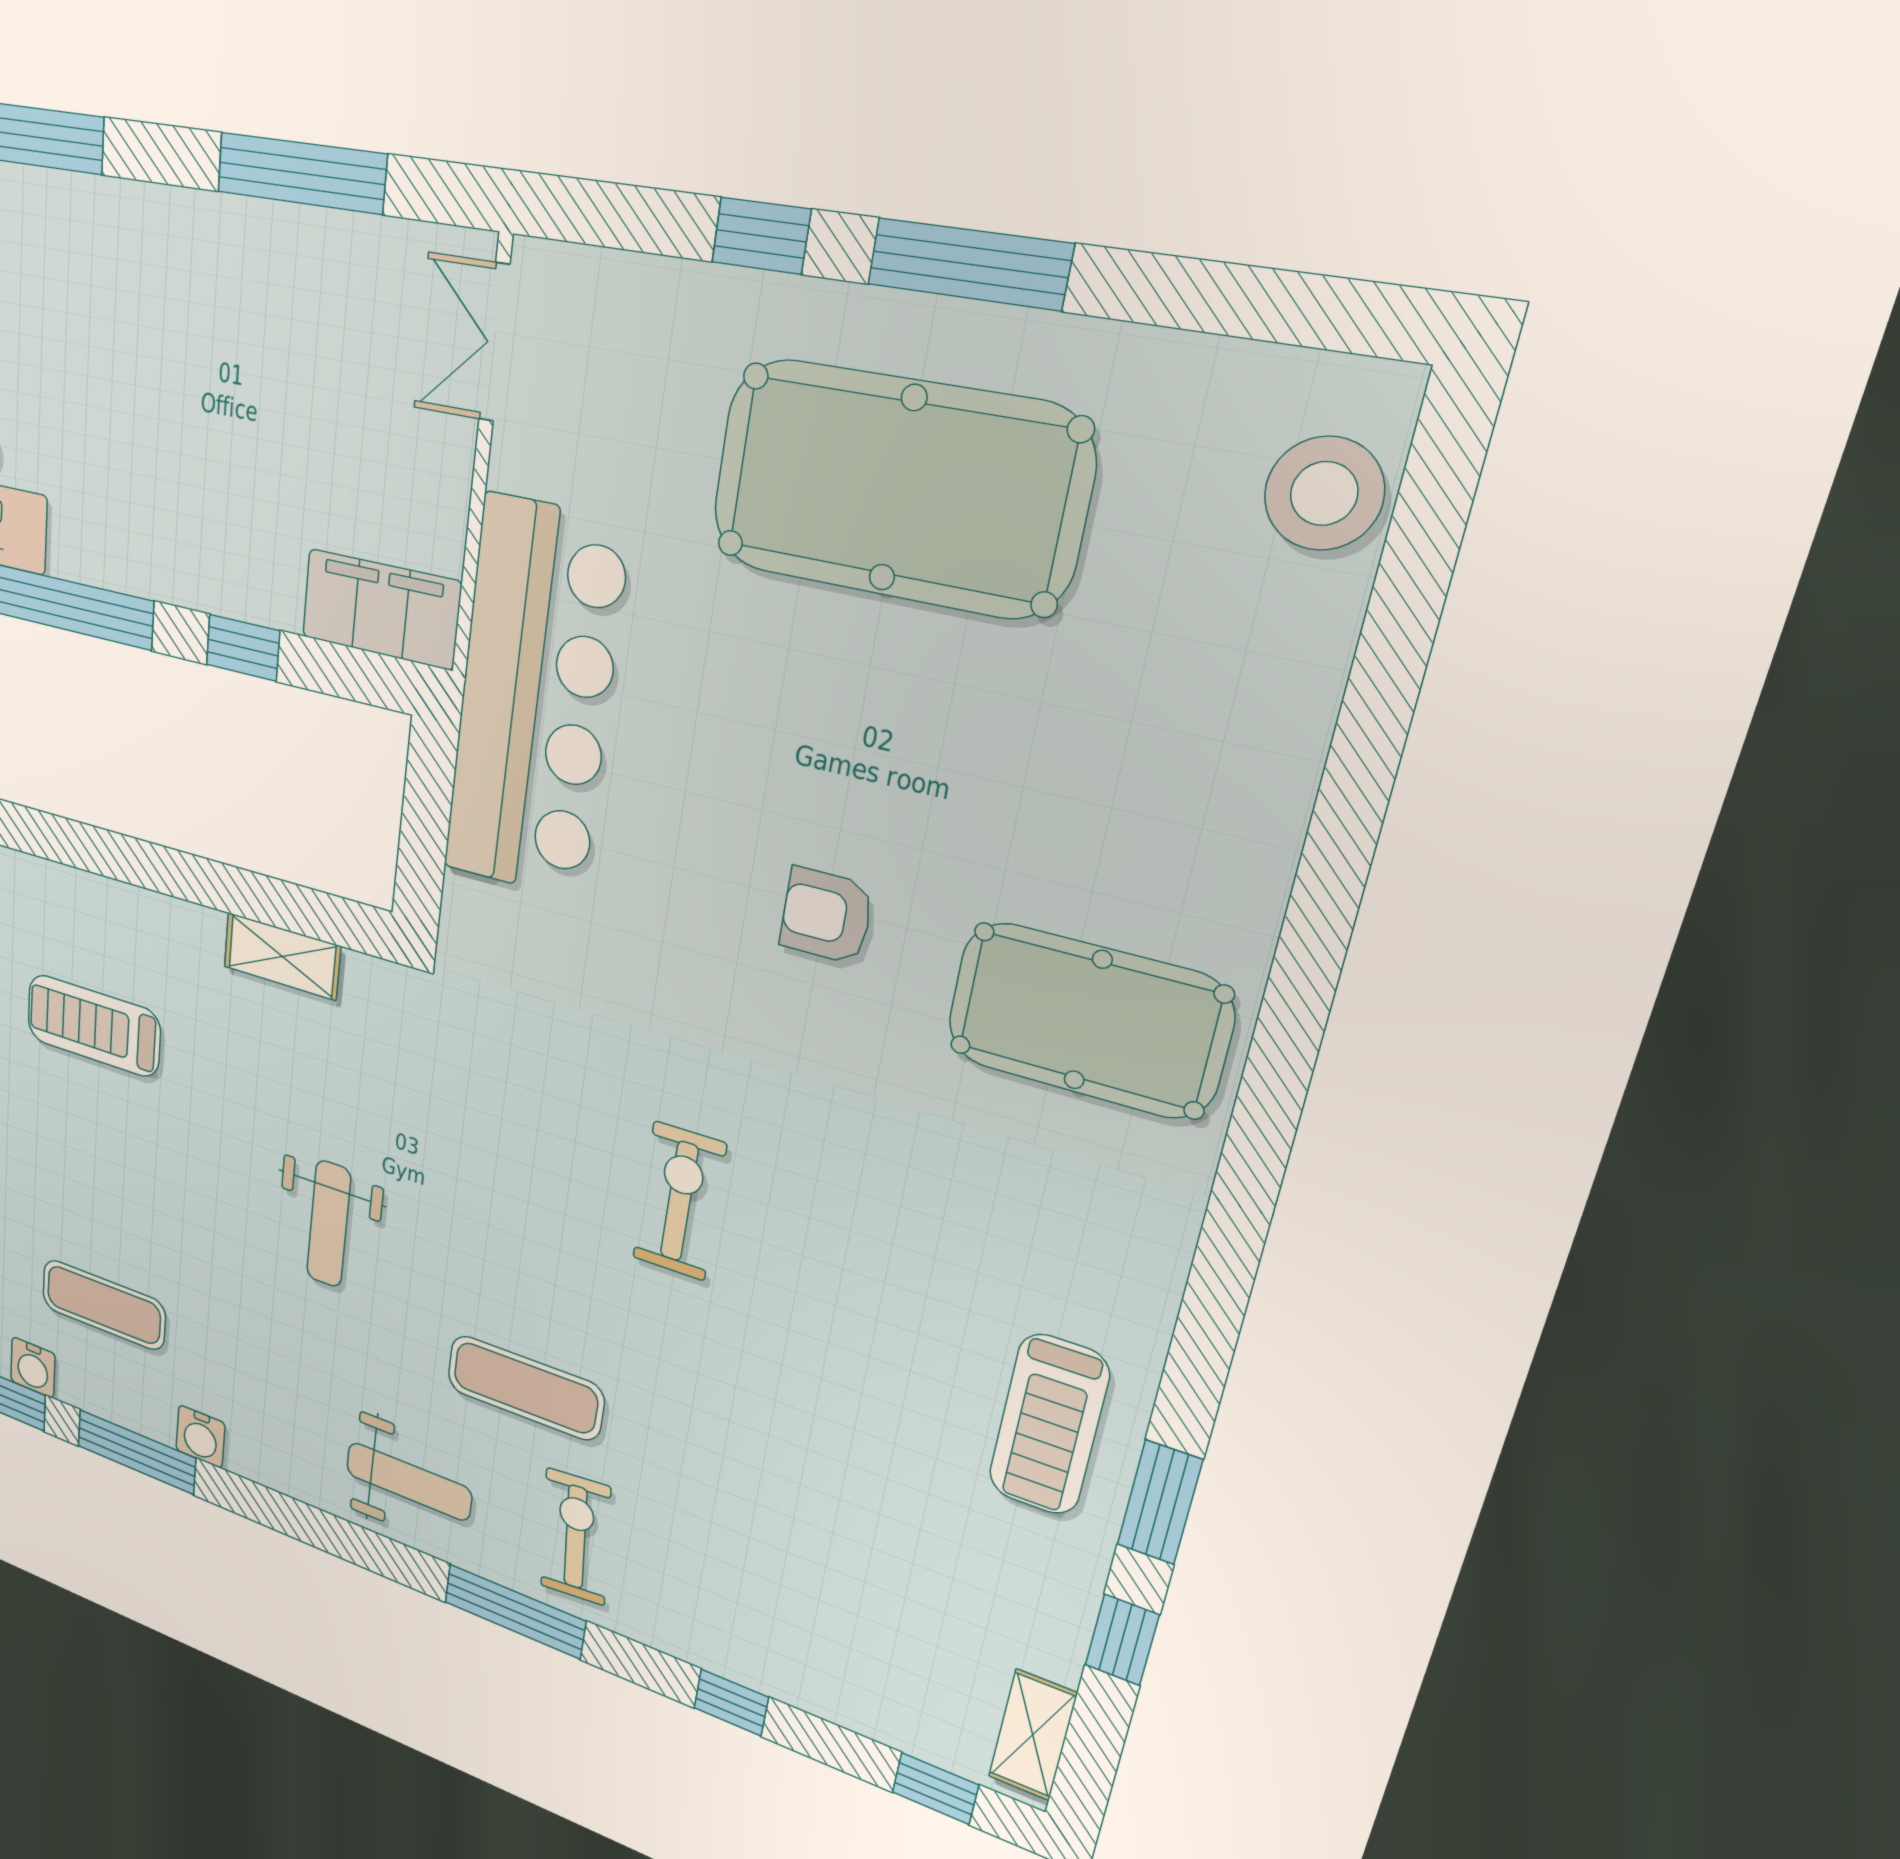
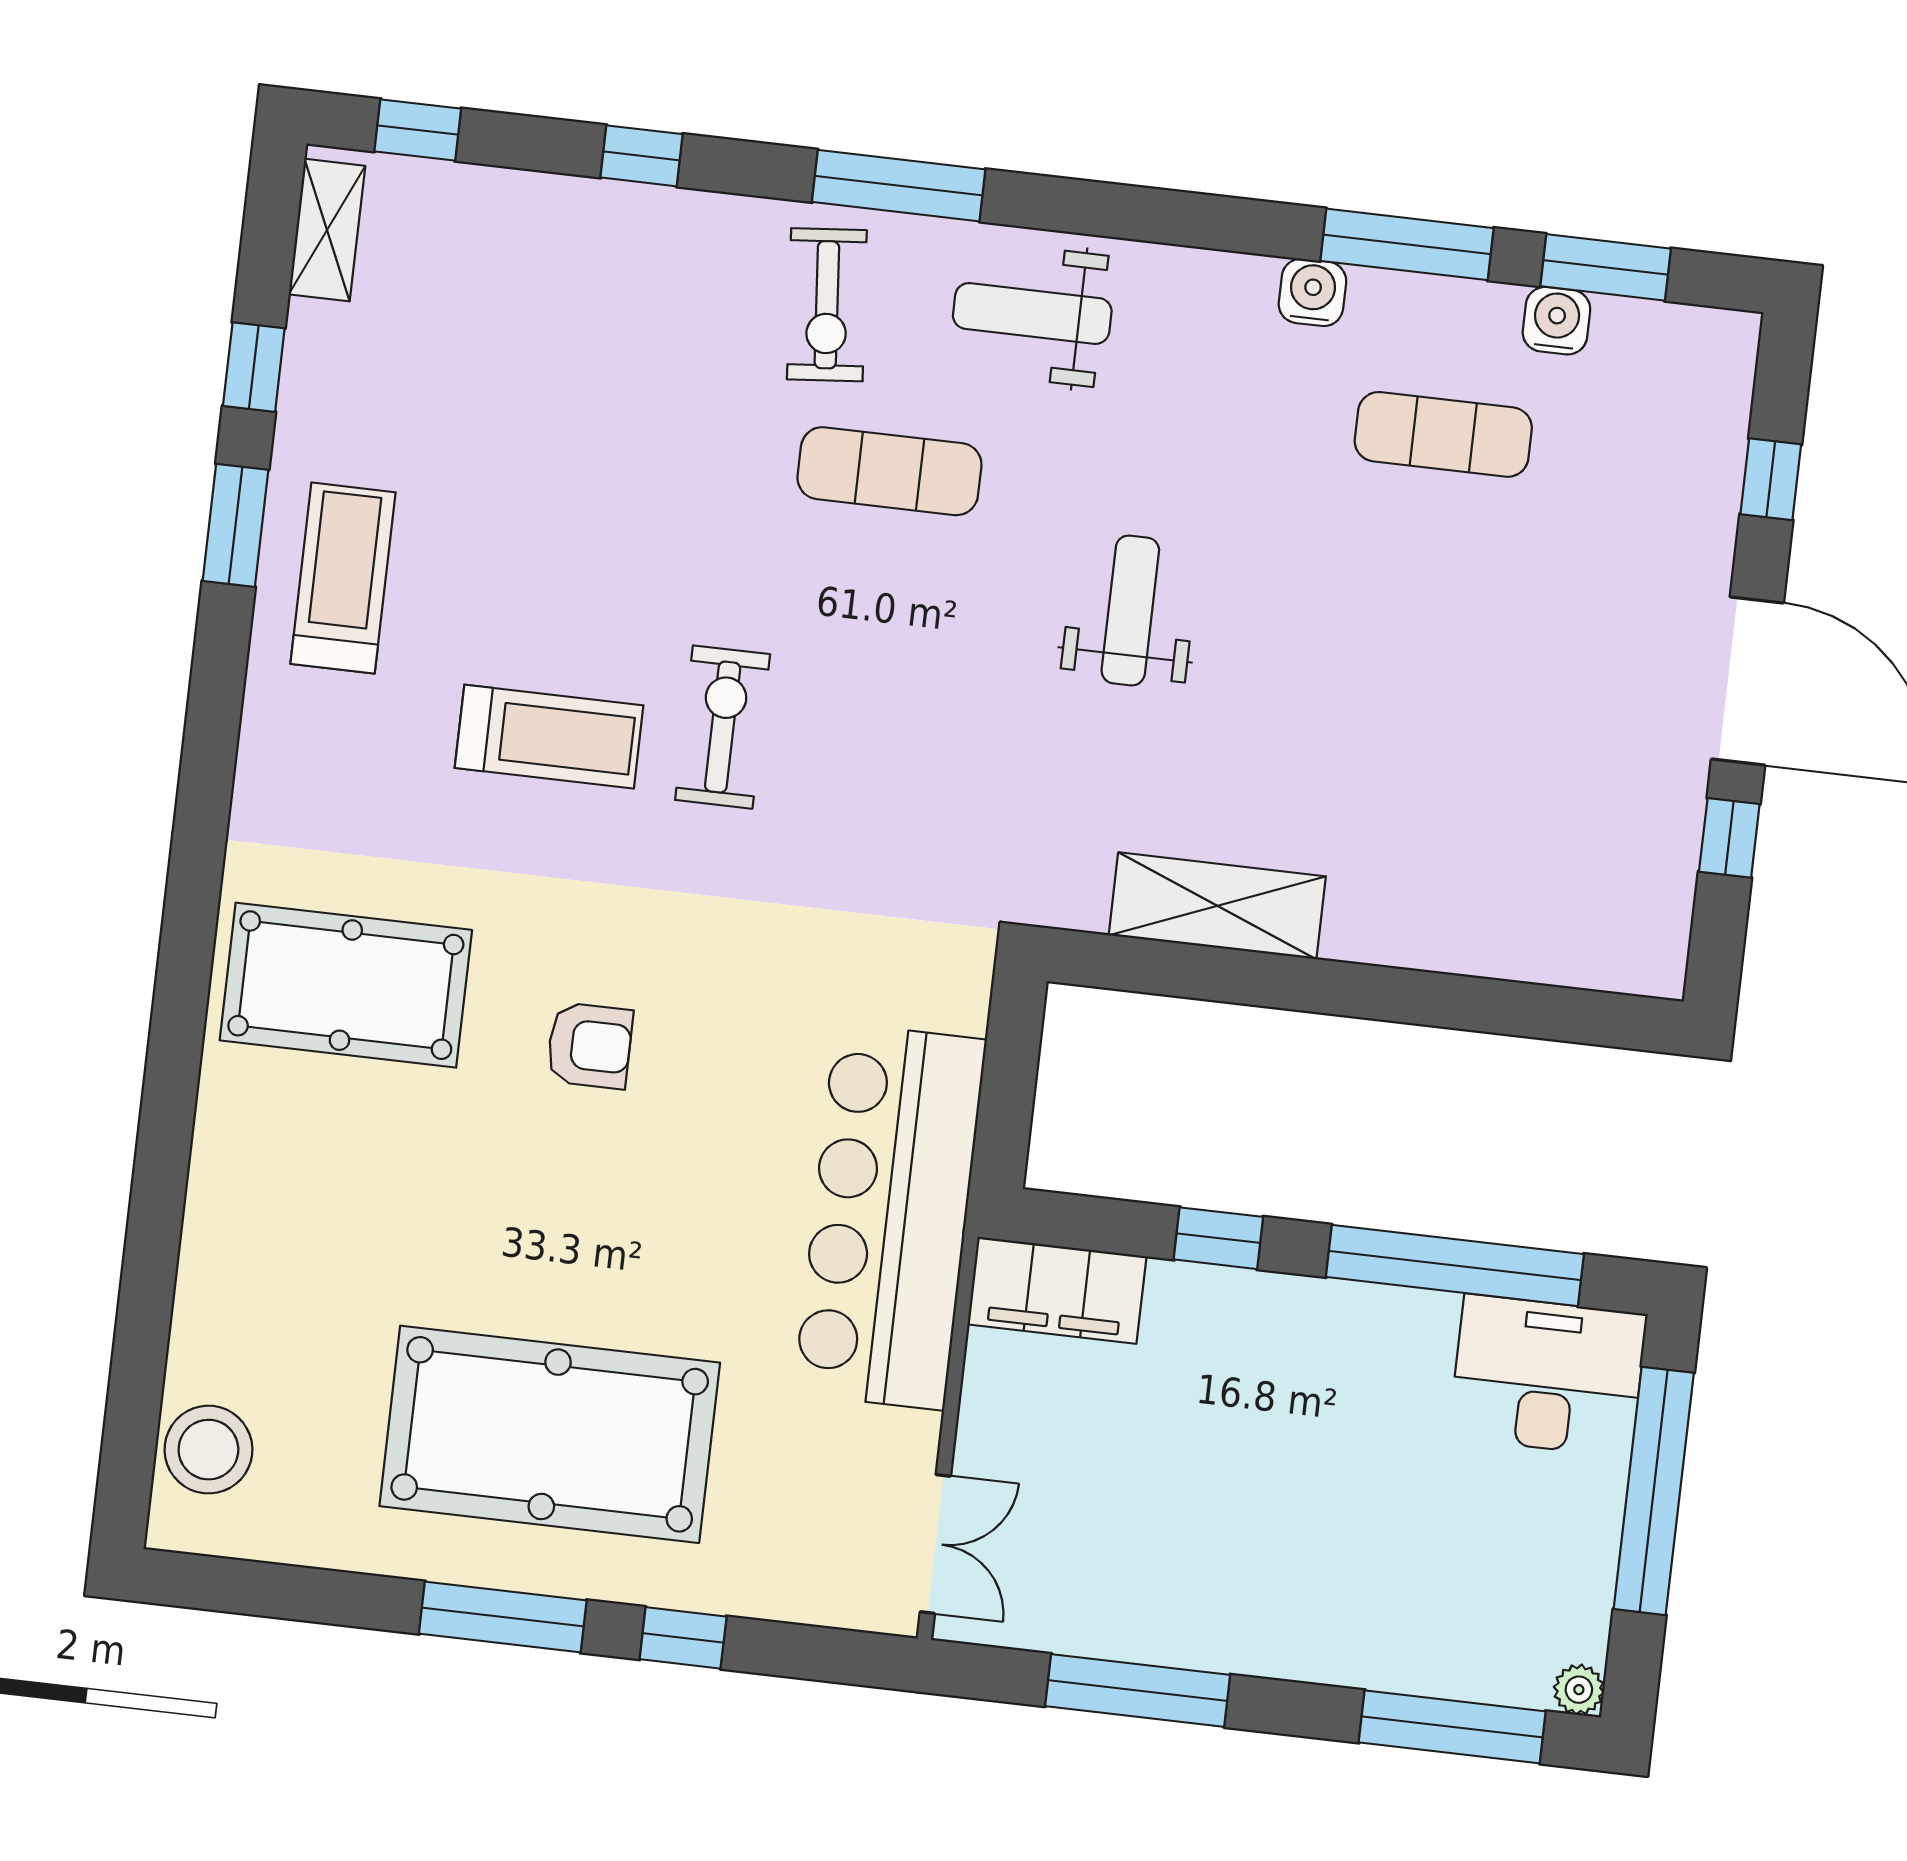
shelving: (282, 956) -> (1217, 906), width x1.50, depth x1.33
treadmill: (93, 1026) -> (549, 737), moved
exercise bike: (679, 1201) -> (723, 727), turned 180

